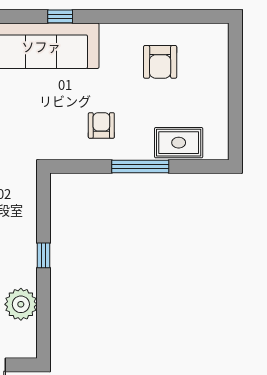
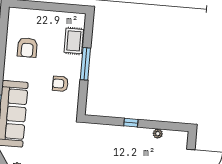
armchair: (160, 62) -> (27, 47), turned 90
plant: (21, 304) -> (158, 134), width x0.53, depth x0.53

